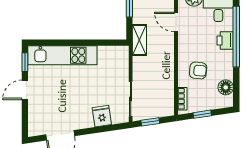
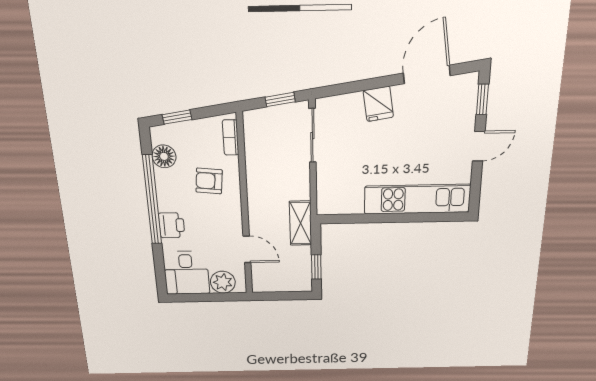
window: (236, 37) -> (152, 200), moved
window: (25, 62) -> (482, 99), moved
window: (202, 114) -> (177, 117), moved
fridge: (102, 116) -> (378, 104), moved

